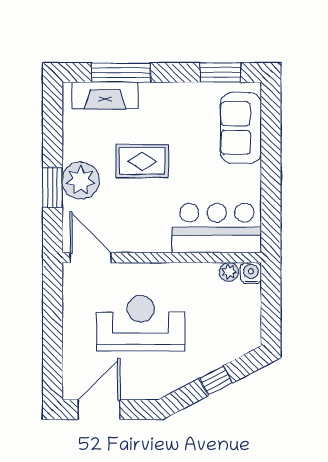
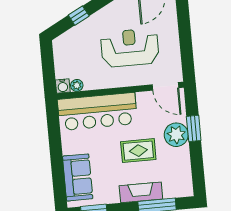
fireplace: (105, 96) -> (141, 192), moved
bar counter: (217, 228) -> (97, 112), width x1.36
reception desk: (141, 323) -> (130, 48), turned 180

